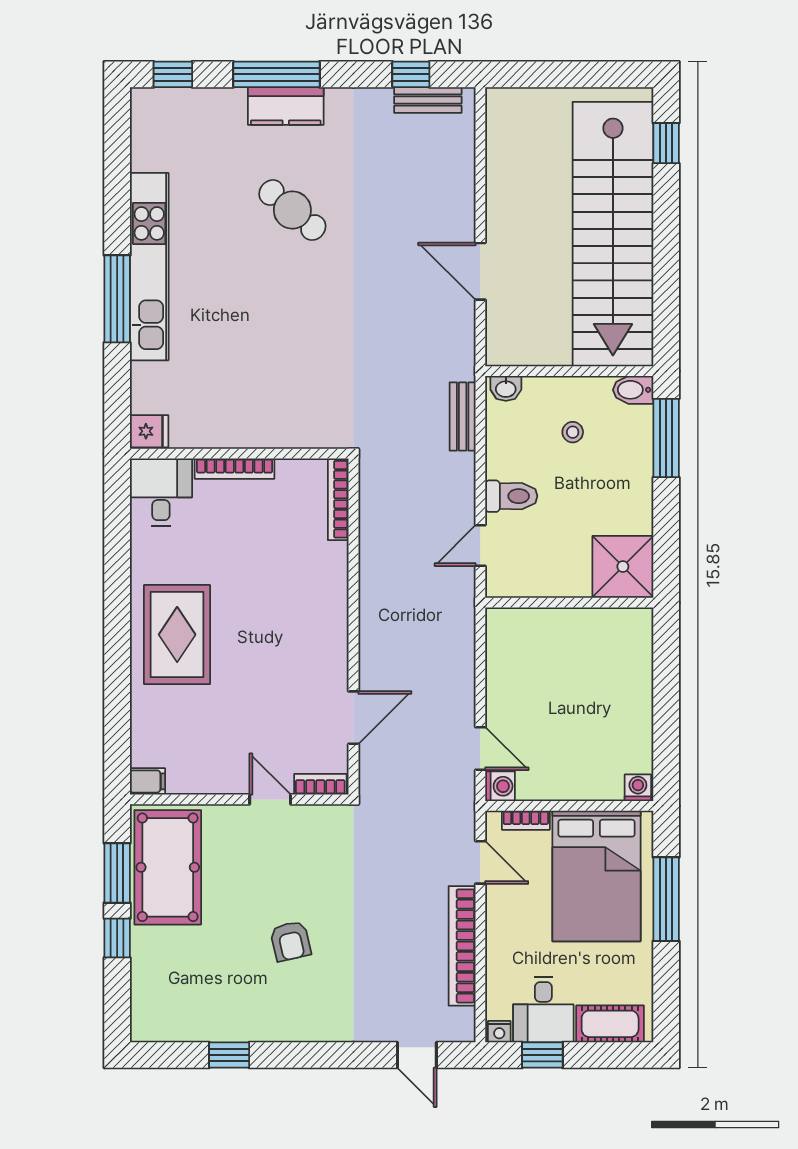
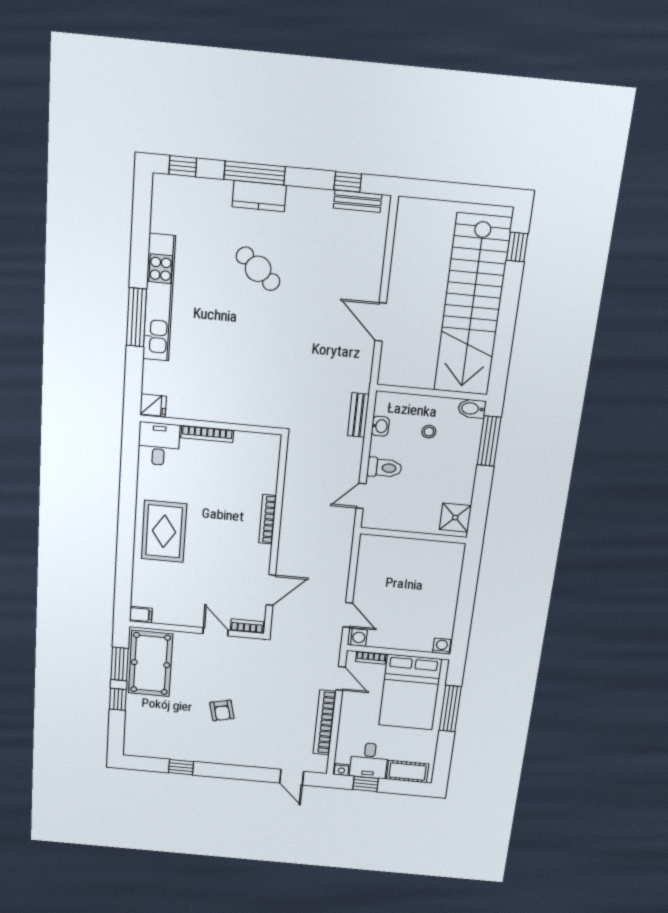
washbasin: (506, 388) -> (380, 426), moved, turned -90
bookcase: (338, 499) -> (268, 519), moved
shower: (623, 567) -> (455, 518), width x0.73, depth x0.73

